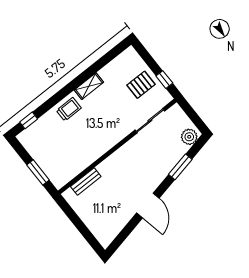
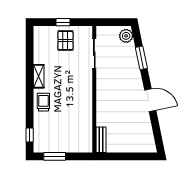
window: (164, 80) -> (63, 22), moved
window: (38, 172) -> (55, 156), moved
bench: (86, 181) -> (101, 140), moved

